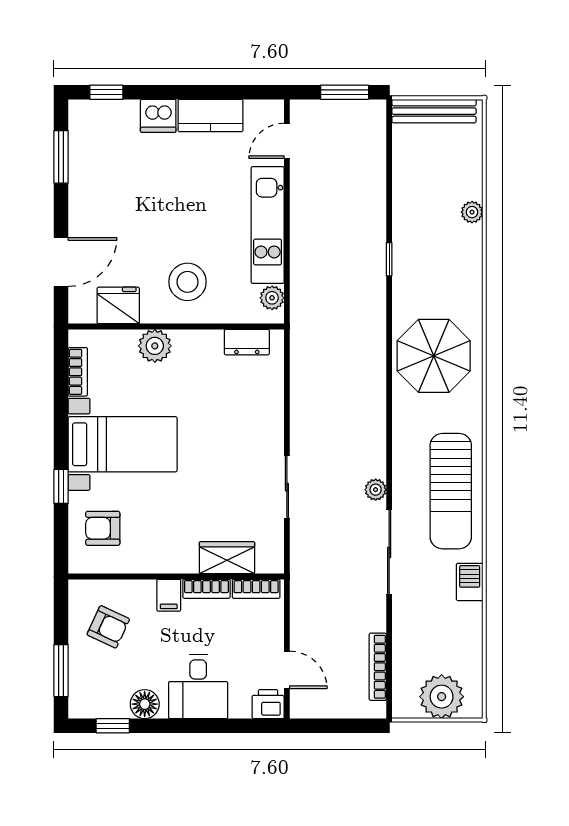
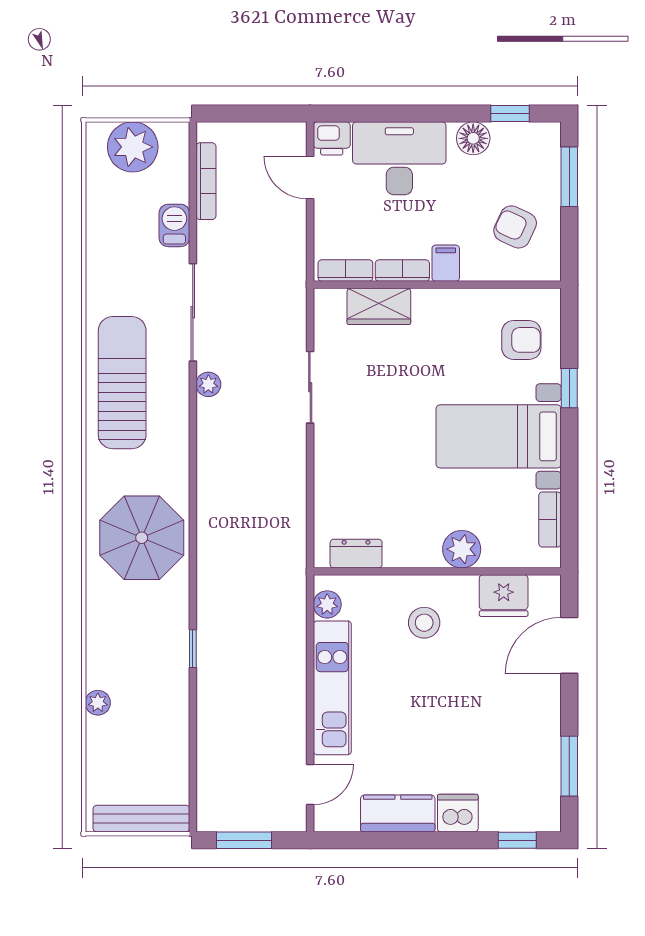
stool: (188, 282) -> (424, 623), width x0.73, depth x0.73
barbecue: (470, 582) -> (174, 225), moved, turned 180
desk: (198, 687) -> (399, 158), width x1.37

